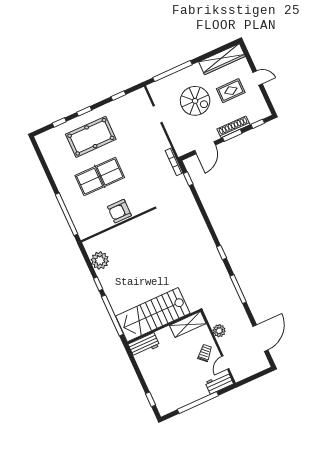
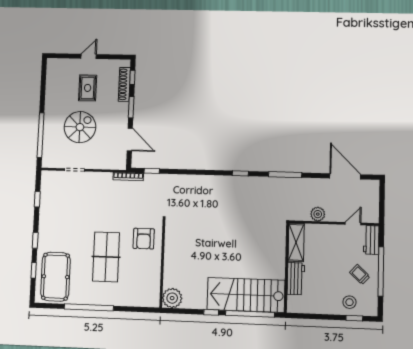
wardrobe: (222, 59) -> (53, 82), removed
shoe rack: (234, 127) -> (124, 84), moved
pool table: (91, 137) -> (56, 277), moved
armchair: (119, 211) -> (144, 239), moved
window: (67, 214) -> (89, 307), moved
plant: (100, 260) -> (172, 298), moved
stairs: (153, 315) -> (246, 295), moved, turned 90
workbench: (144, 345) -> (296, 279), moved
trolley: (205, 353) -> (360, 274), moved
door: (225, 363) -> (353, 224), swing flipped
stool: (161, 390) -> (349, 302), added

